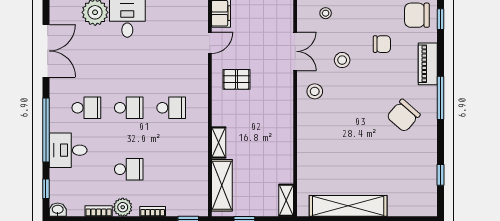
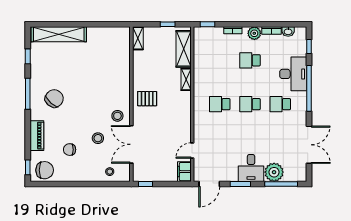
double door: (46, 51) -> (309, 145), swing flipped
double door: (295, 51) -> (131, 144), width x1.37
pallet: (236, 79) -> (147, 99), moved
window: (441, 98) -> (28, 94), moved
desk: (68, 150) -> (293, 74), width x1.37
shelving: (348, 206) -> (59, 34), moved
washbasin: (58, 210) -> (288, 31), moved

